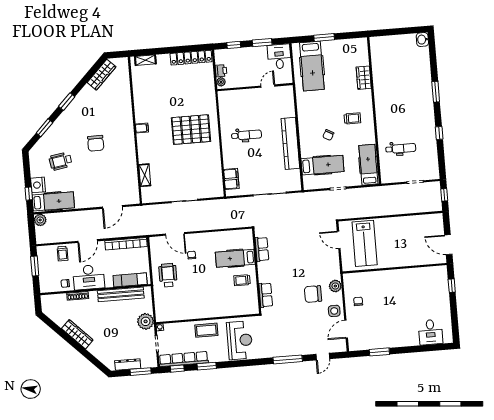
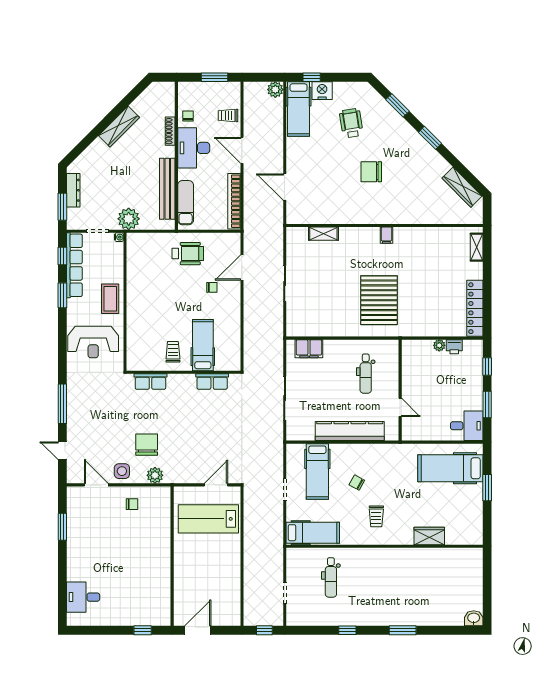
door: (268, 86) -> (400, 407), moved
wall: (255, 87) -> (400, 390), moved

